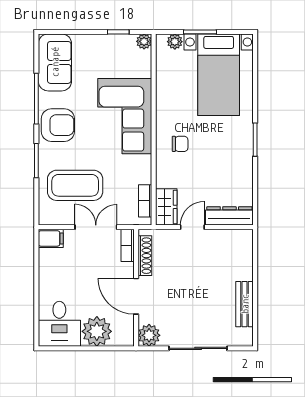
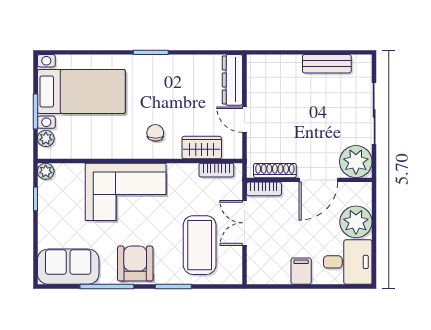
wardrobe: (166, 207) -> (202, 148), moved
filing cabinet: (51, 238) -> (301, 271), moved
plant: (149, 335) -> (356, 162), width x1.36, depth x1.36

